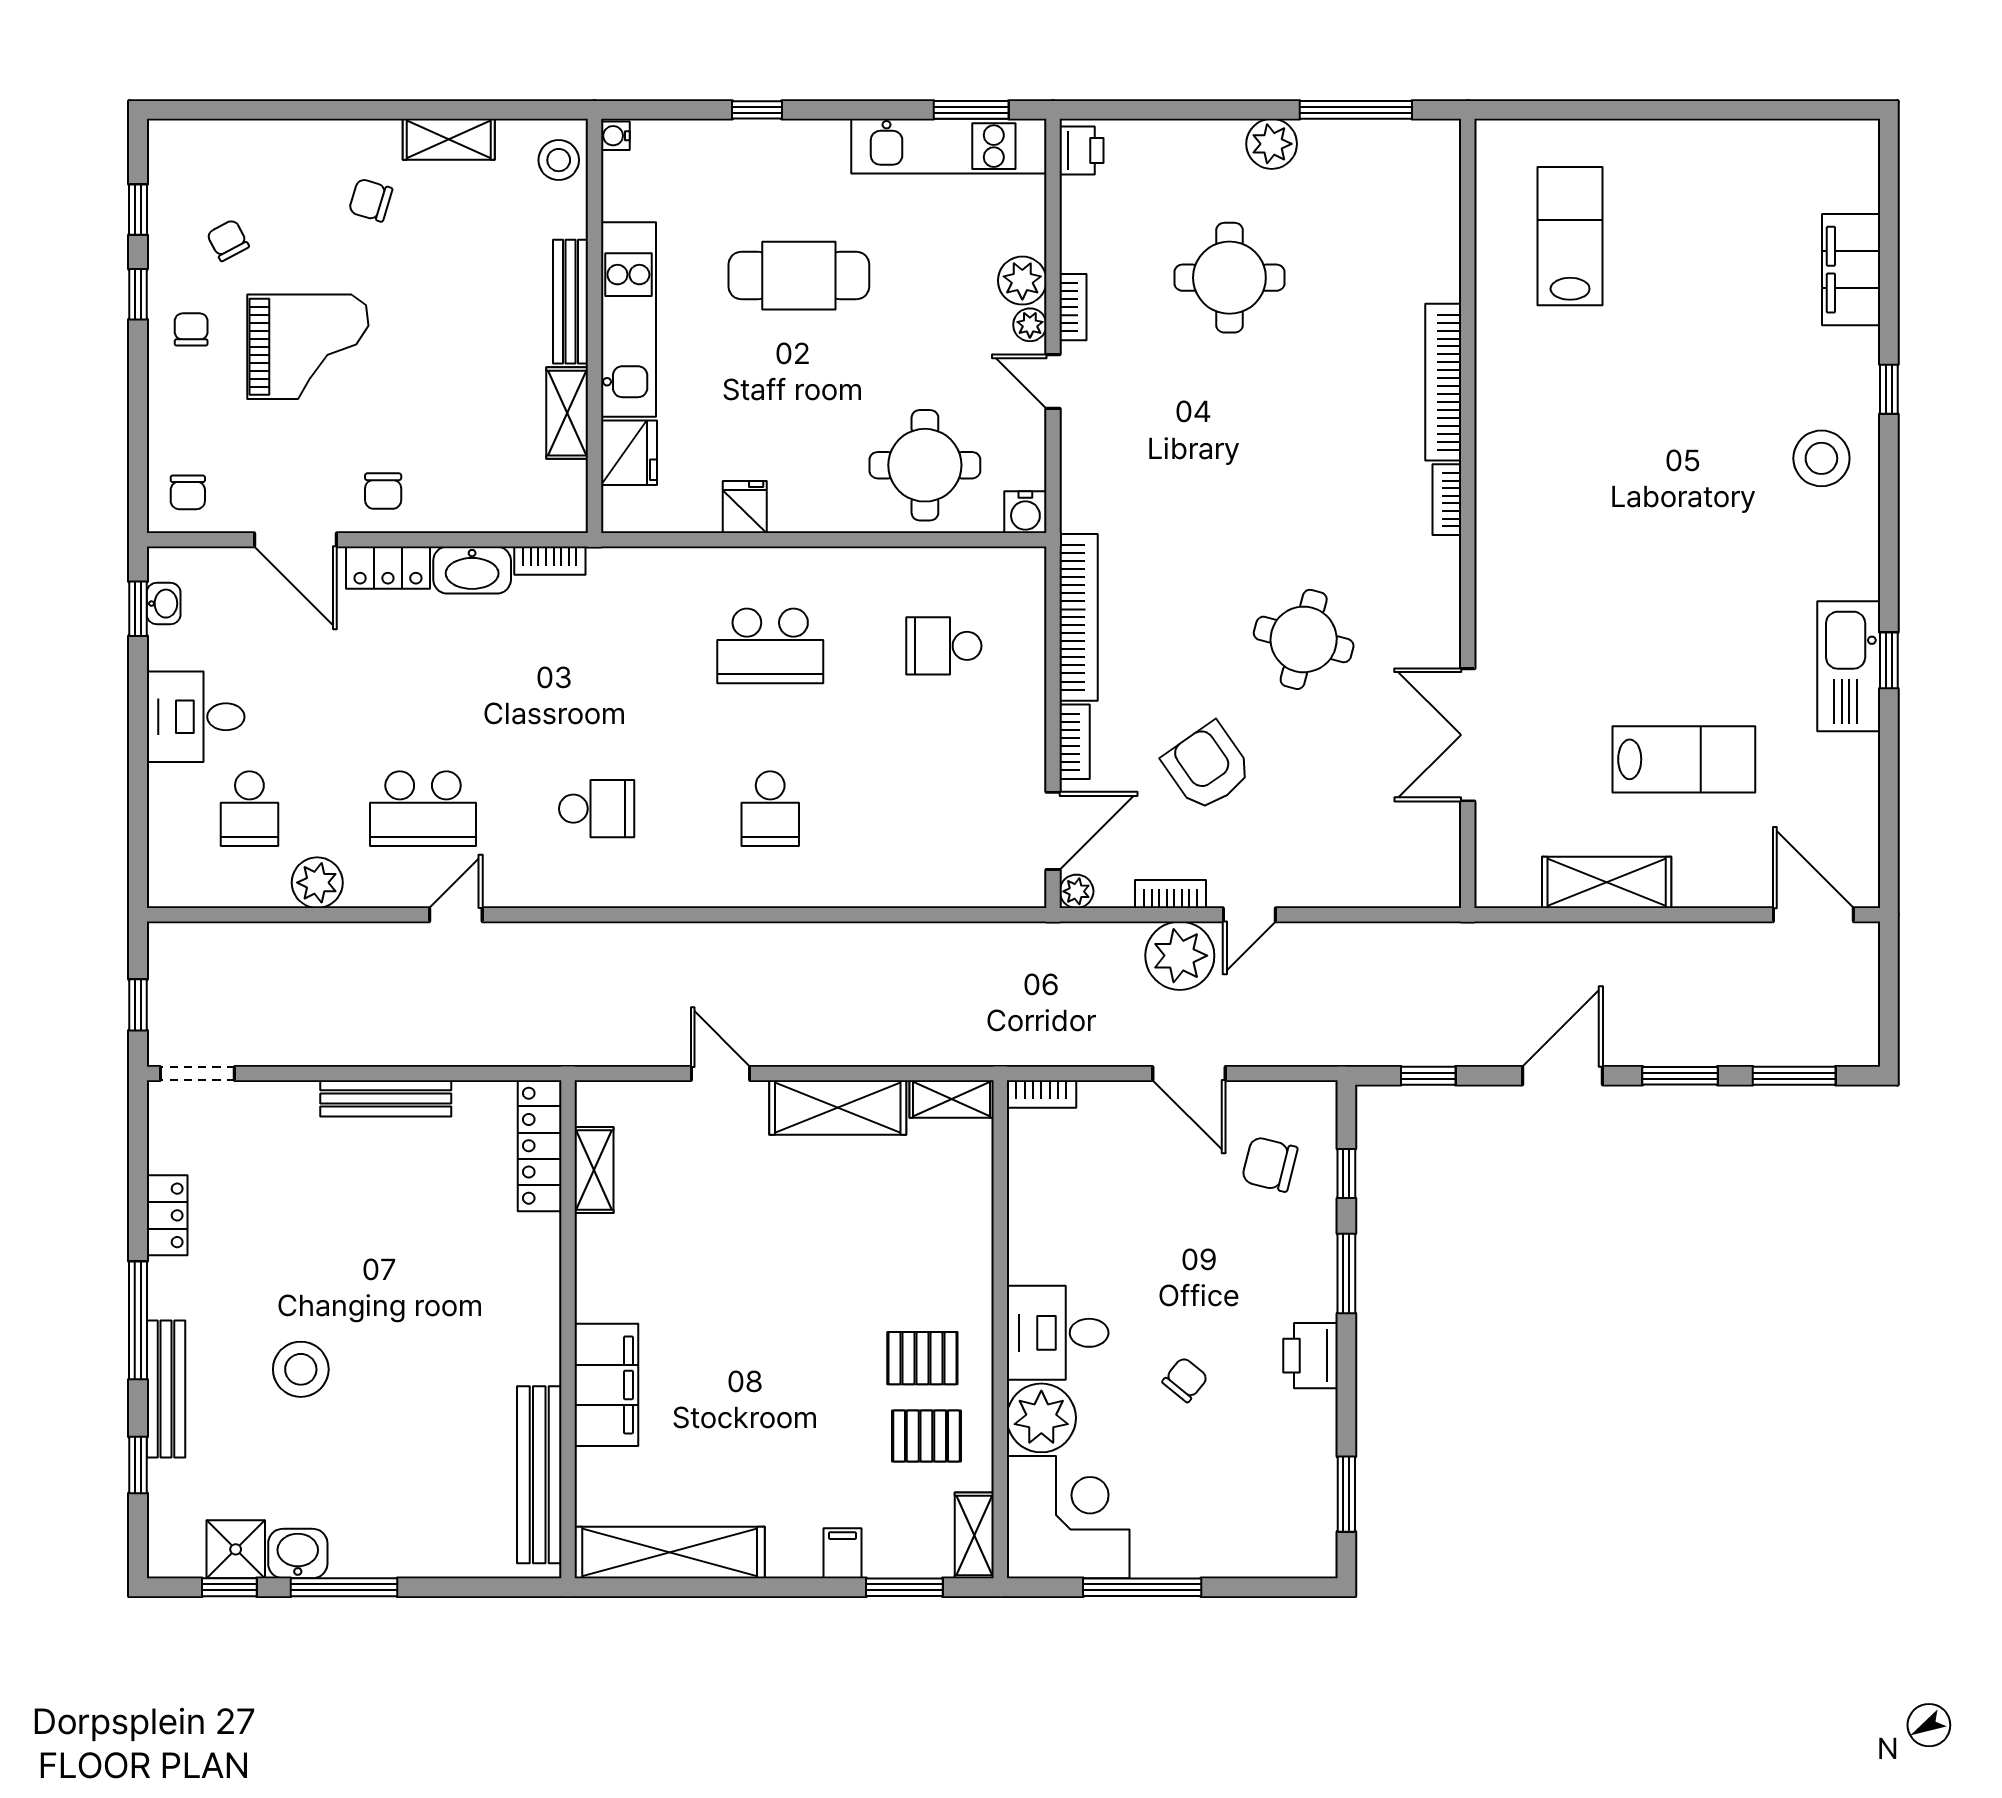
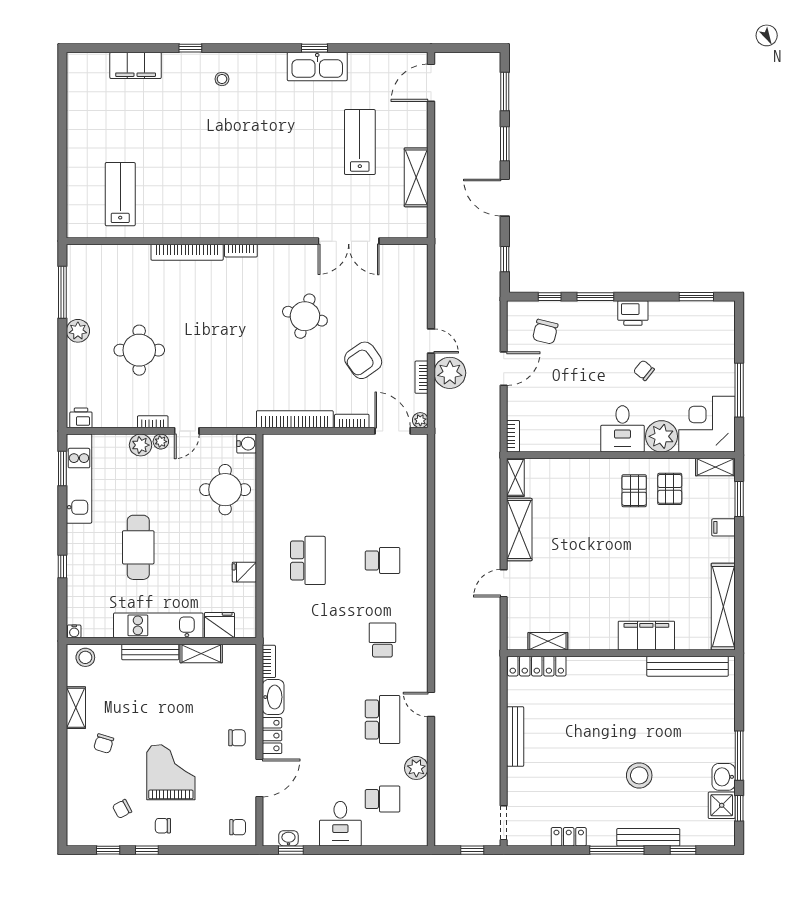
lab bench: (1570, 236) -> (120, 194), turned 90
stool: (1821, 458) -> (222, 79), width x0.53, depth x0.53
school desk: (944, 646) -> (308, 481), removed

